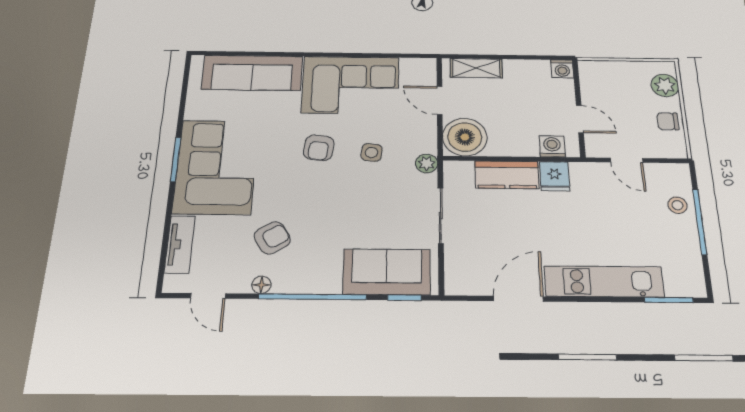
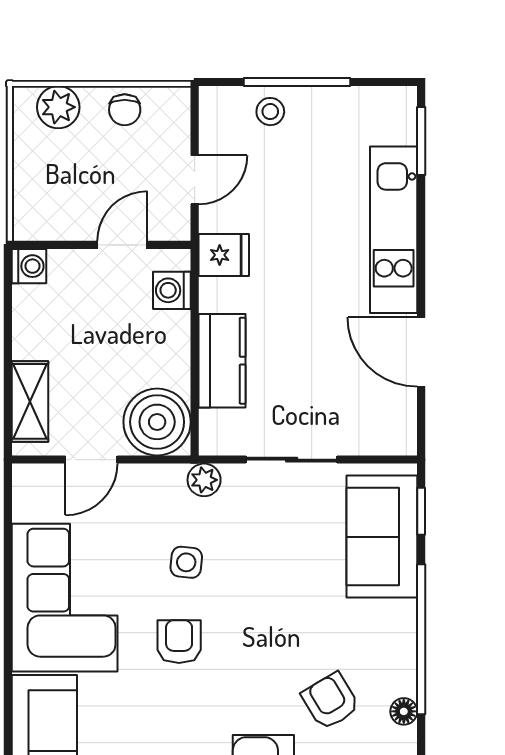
armchair: (319, 148) -> (179, 642), turned -97
fridge: (555, 176) -> (224, 255), moved

